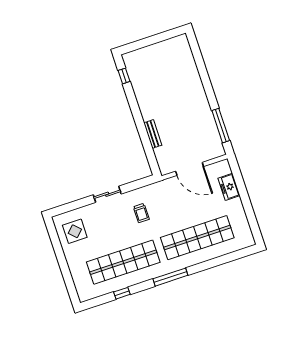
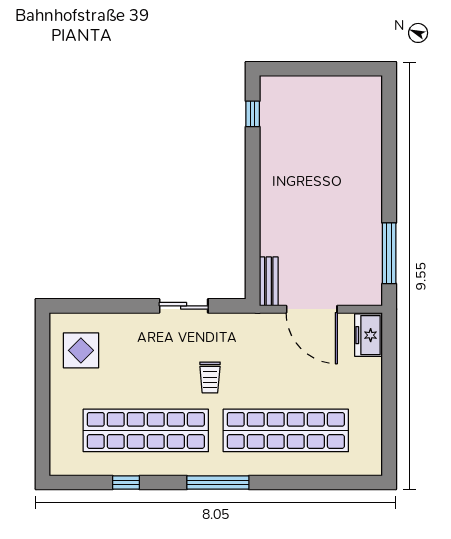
bench: (153, 134) -> (269, 281), moved
freezer: (229, 187) -> (369, 335), moved
sliding door: (107, 194) -> (184, 306), moved
trolley: (141, 213) -> (210, 378), moved

